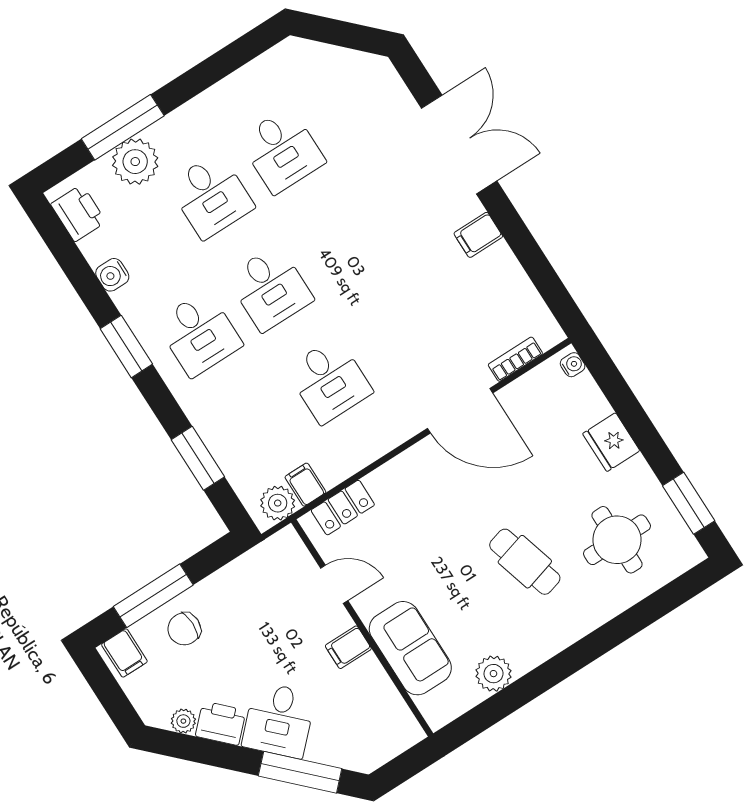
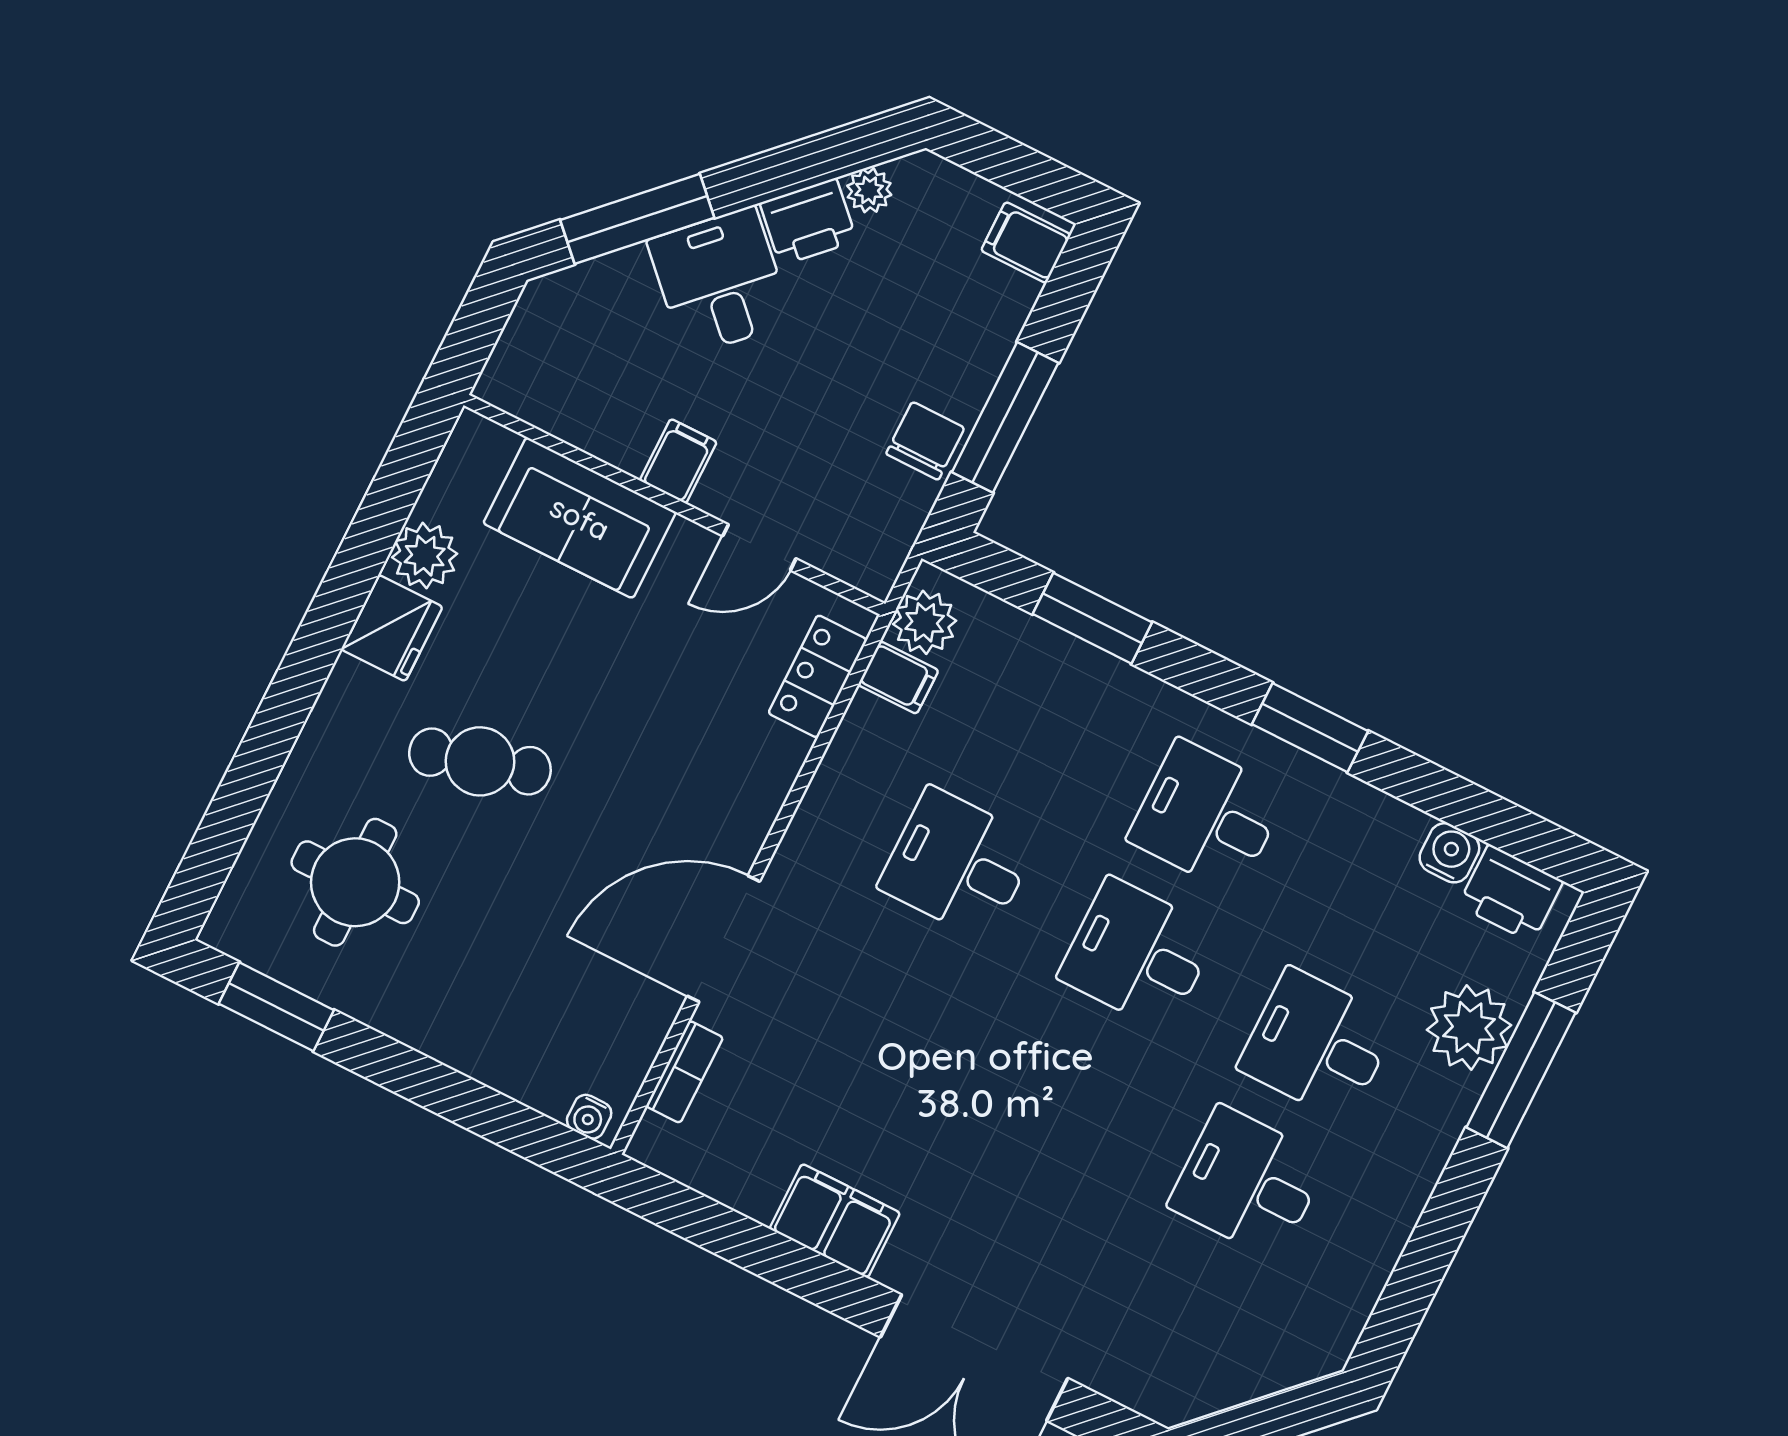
filing cabinet: (478, 235) -> (835, 1221), width x2.00
water cooler: (112, 275) -> (1449, 853), moved
fridge: (611, 442) -> (392, 628), moved, turned 90
window: (153, 596) -> (1005, 417), moved
chair: (184, 629) -> (925, 441), moved

